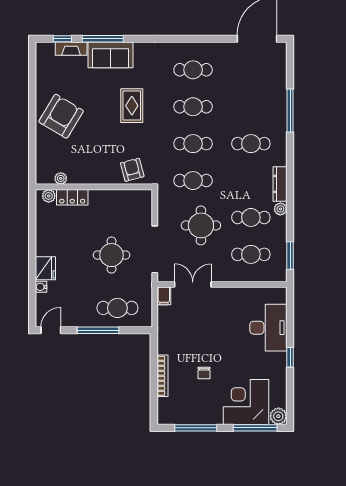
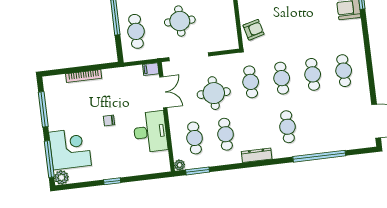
rug: (132, 106) -> (307, 23), removed
window: (290, 111) -> (319, 156), width x1.46
plant: (280, 209) -> (180, 165), moved
desk: (268, 328) -> (150, 132), moved, turned -90
chair: (204, 373) -> (109, 121), moved

